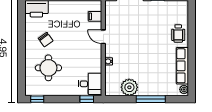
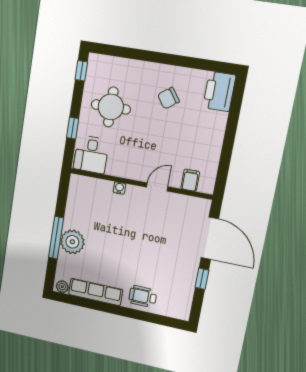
round table: (48, 68) -> (111, 107), moved
plant: (129, 87) -> (72, 242), moved
window: (87, 99) -> (73, 128), moved

